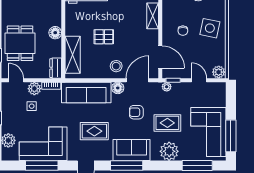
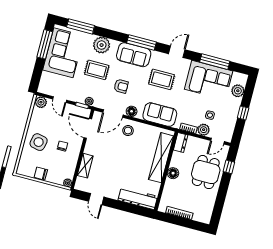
pallet: (104, 37) -> (132, 159), removed
shelving: (73, 55) -> (161, 158), width x1.47
door: (16, 80) -> (218, 141), hinge flipped
sofa: (86, 93) -> (160, 115), width x0.73

